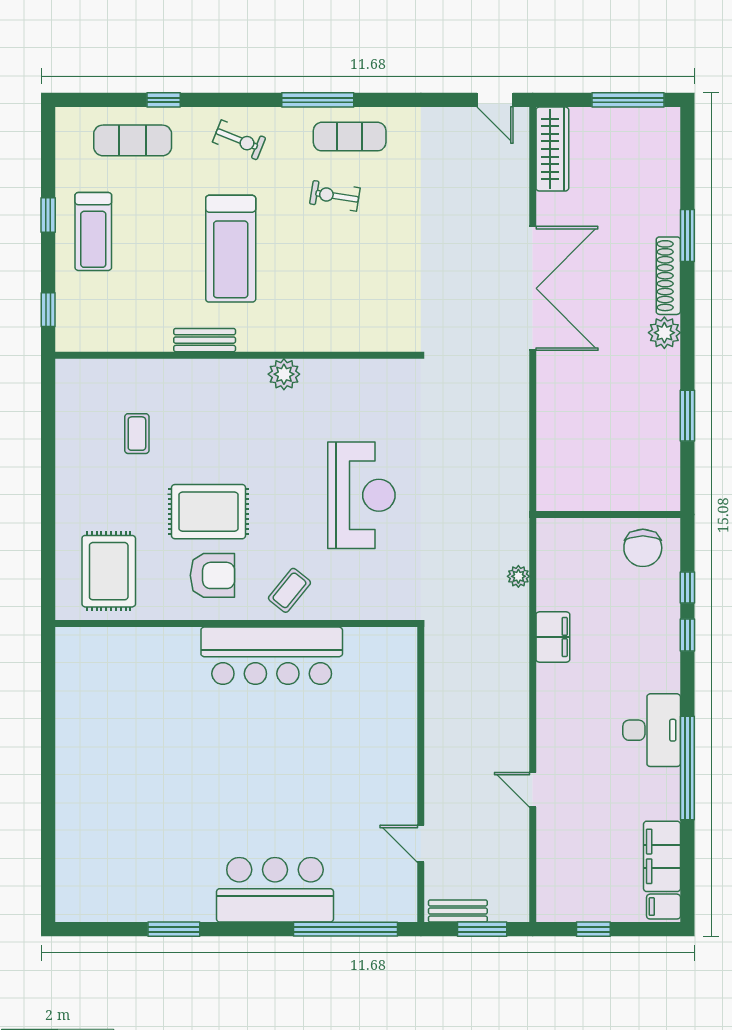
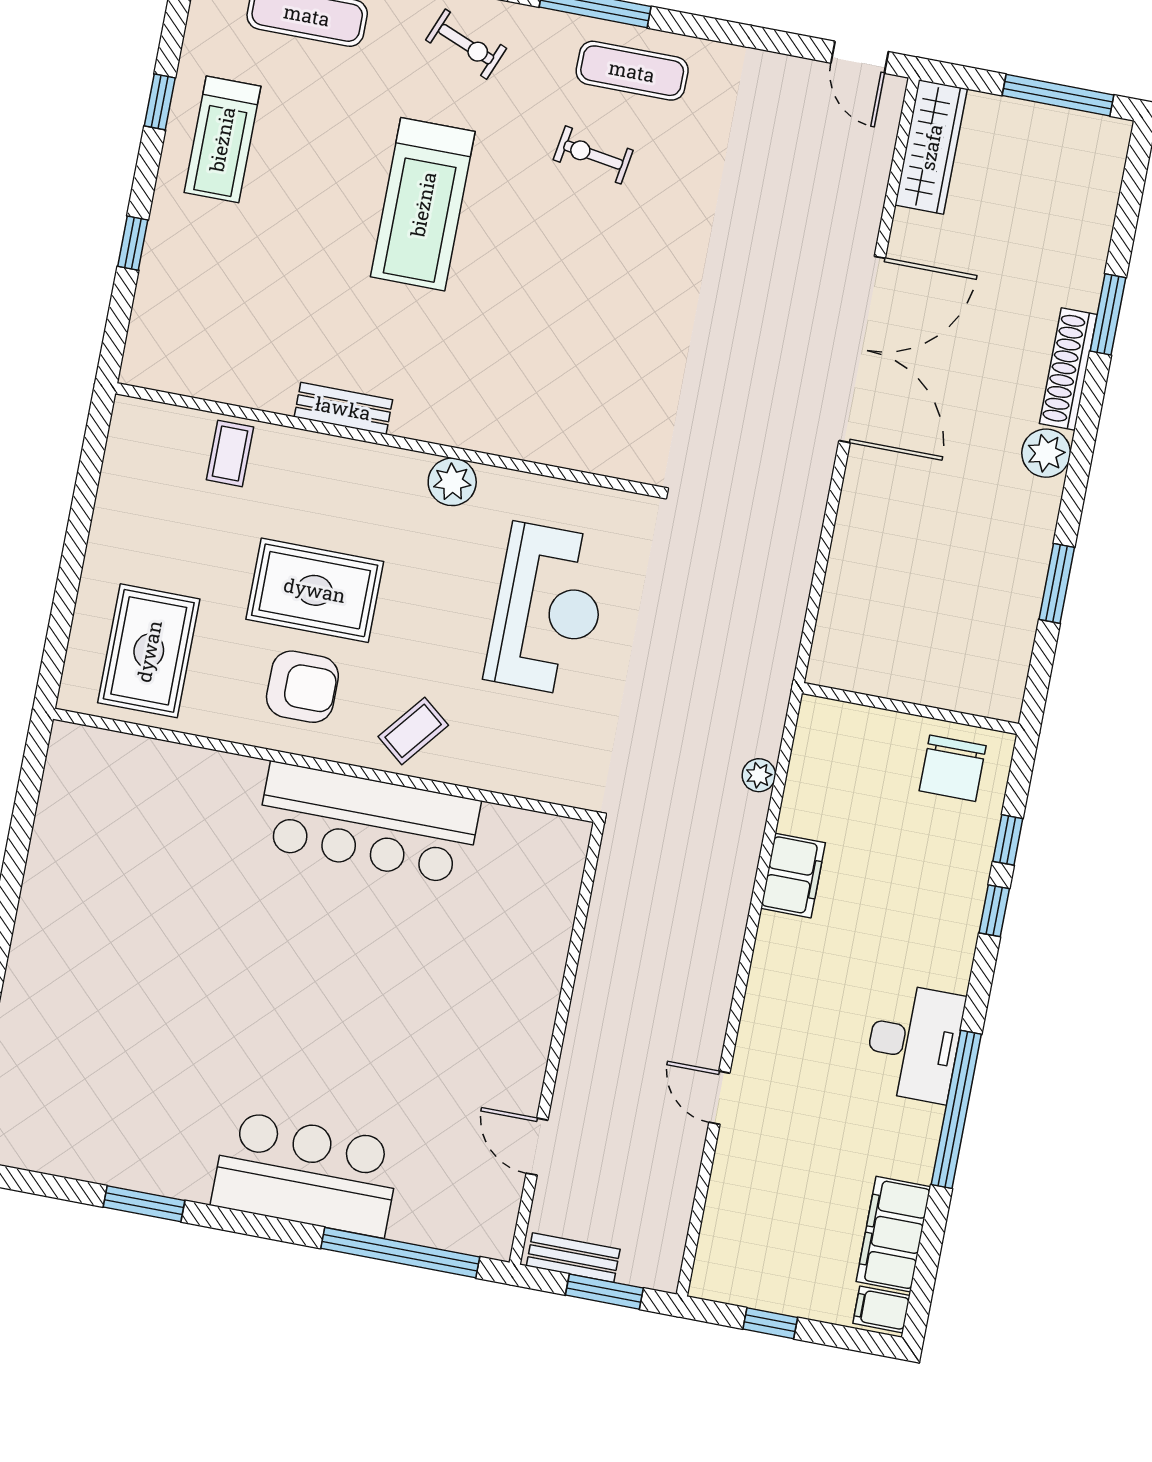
bench: (205, 340) -> (343, 408), moved
wall: (236, 355) -> (386, 440), moved
plant: (284, 374) -> (452, 482), moved

